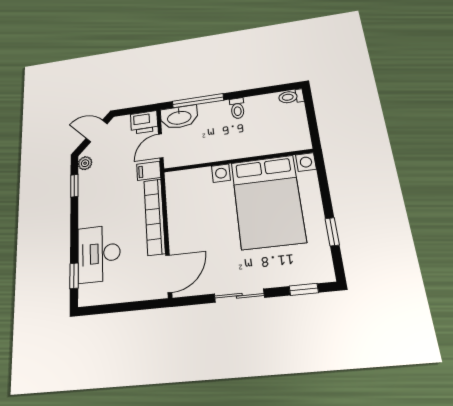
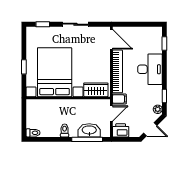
washbasin: (179, 117) -> (89, 130), moved
wardrobe: (190, 181) -> (96, 90), added
window: (332, 232) -> (24, 67), moved
desk: (99, 254) -> (150, 69), moved
door: (169, 274) -> (111, 39), swing flipped

